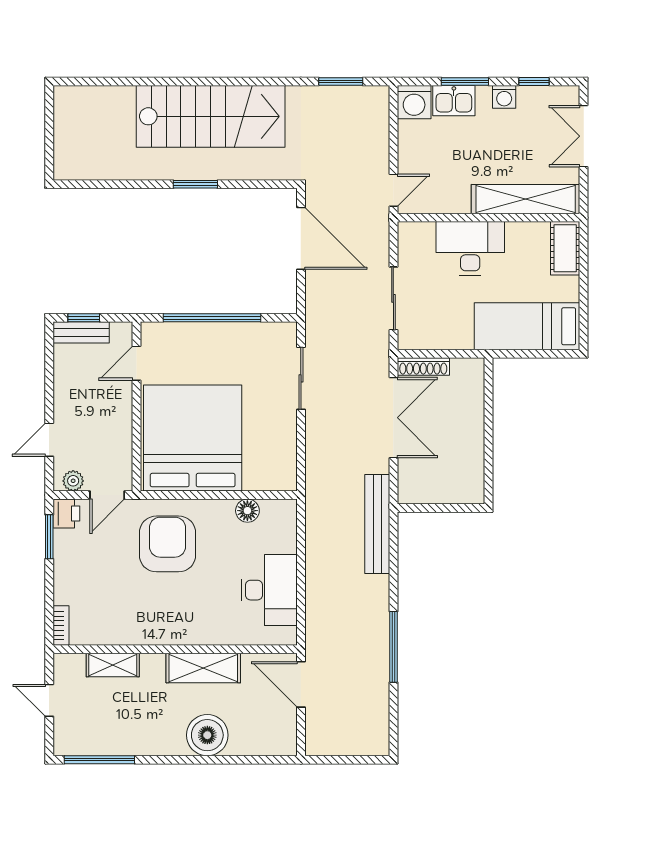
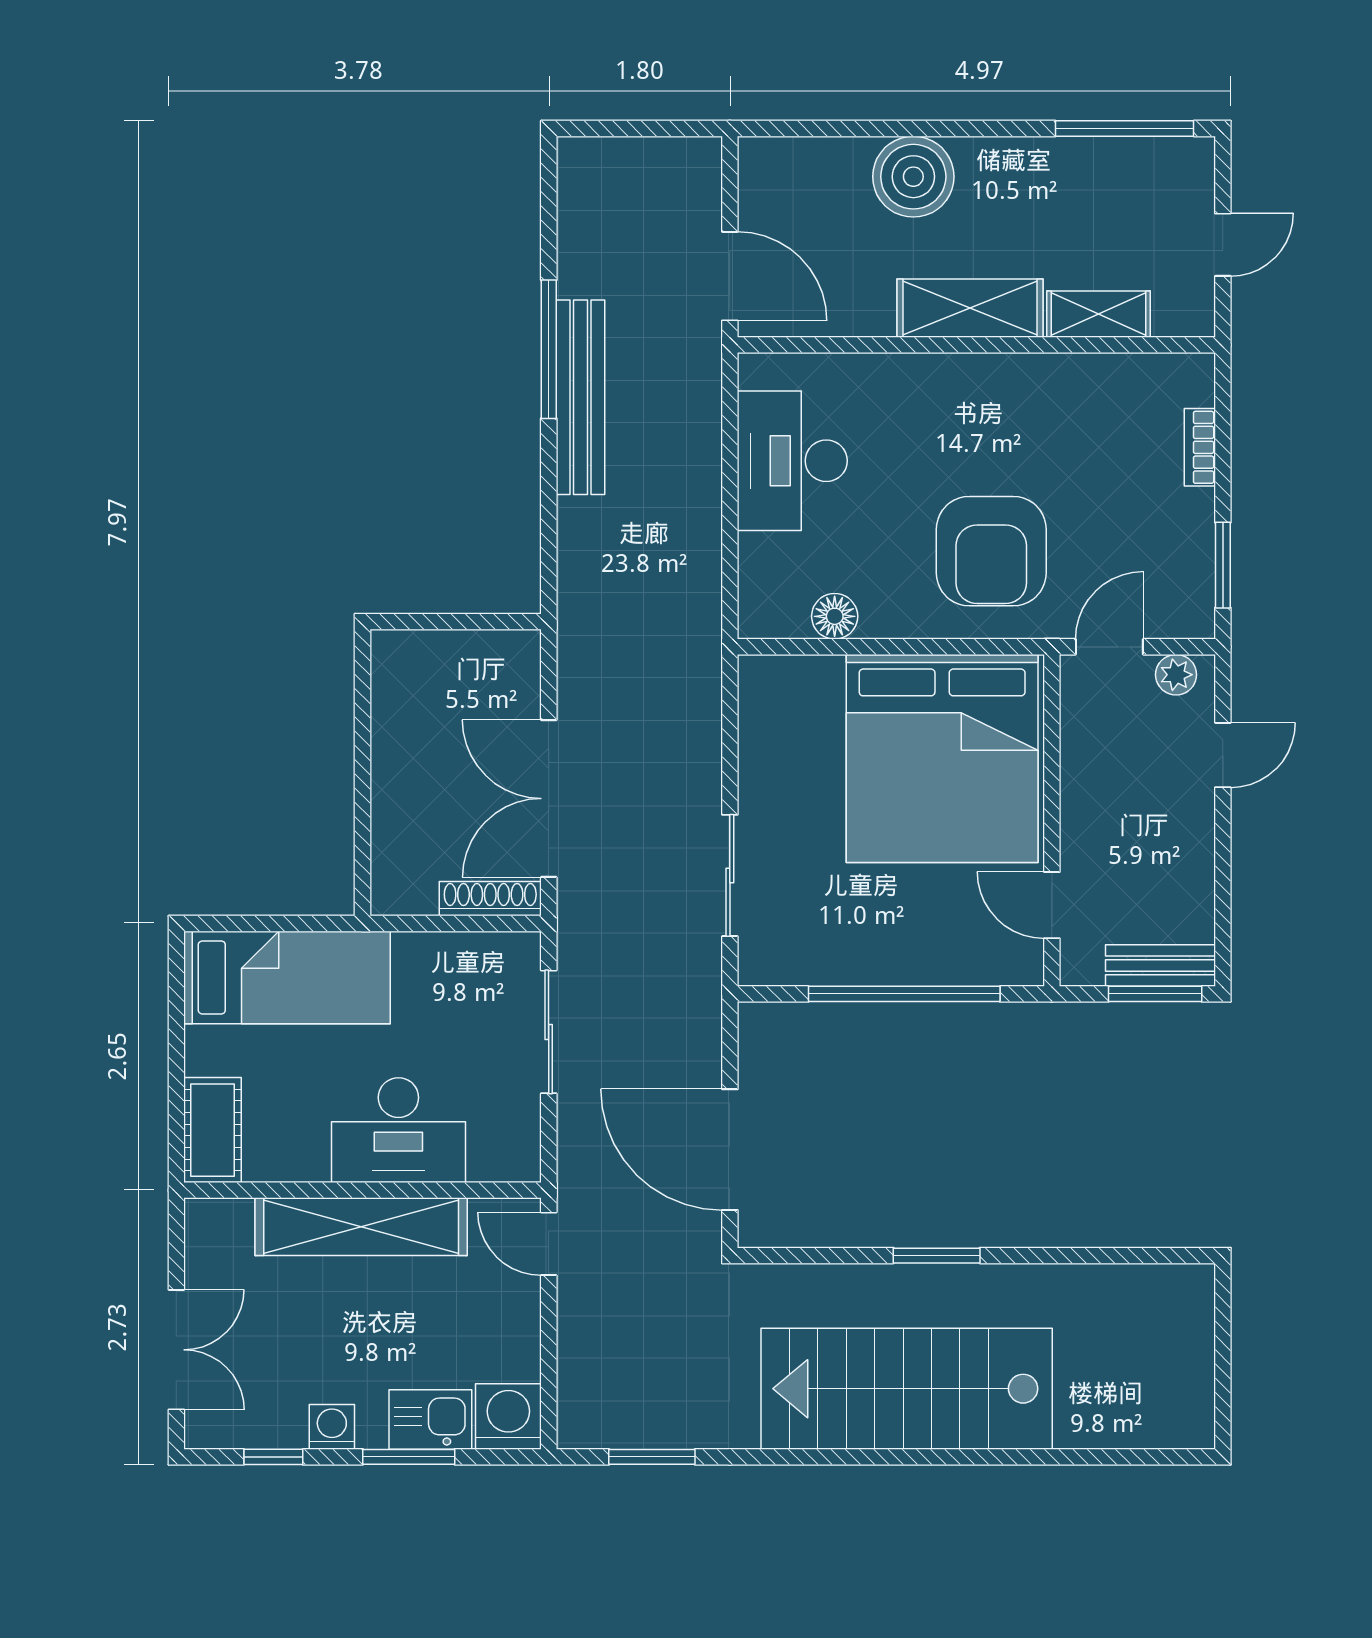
door: (393, 190) -> (549, 1244), hinge flipped
shelving: (526, 199) -> (361, 1227), moved
window: (84, 318) -> (1155, 994), width x1.50
door: (137, 363) -> (1052, 905), swing flipped
printer: (66, 514) -> (1189, 611), removed
bench: (377, 524) -> (580, 397), moved
bookcase: (61, 626) -> (1200, 447), moved
shelving: (203, 668) -> (970, 308), moved
door: (49, 700) -> (1223, 245), hinge flipped

